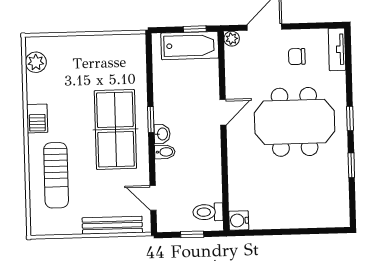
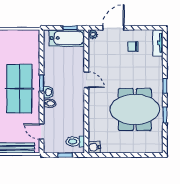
door: (223, 112) -> (86, 80), hinge flipped
meeting table: (295, 122) -> (135, 109), moved

